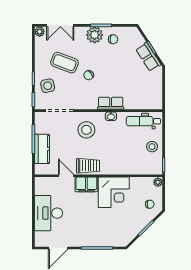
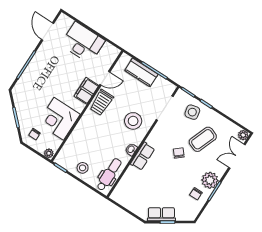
corner desk: (114, 192) -> (59, 119), moved

